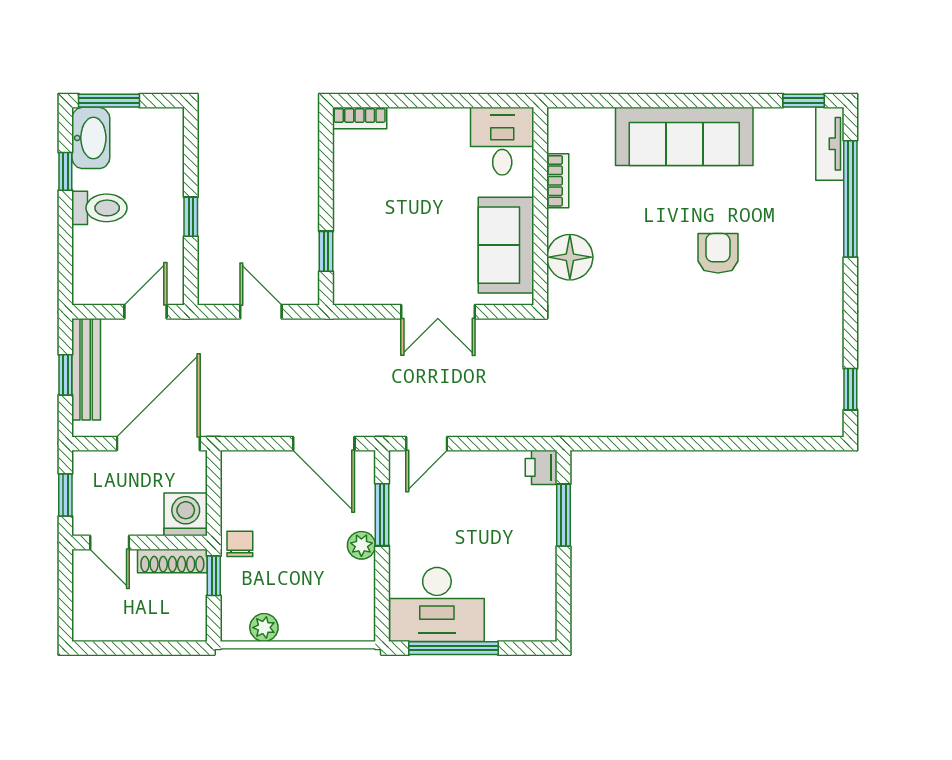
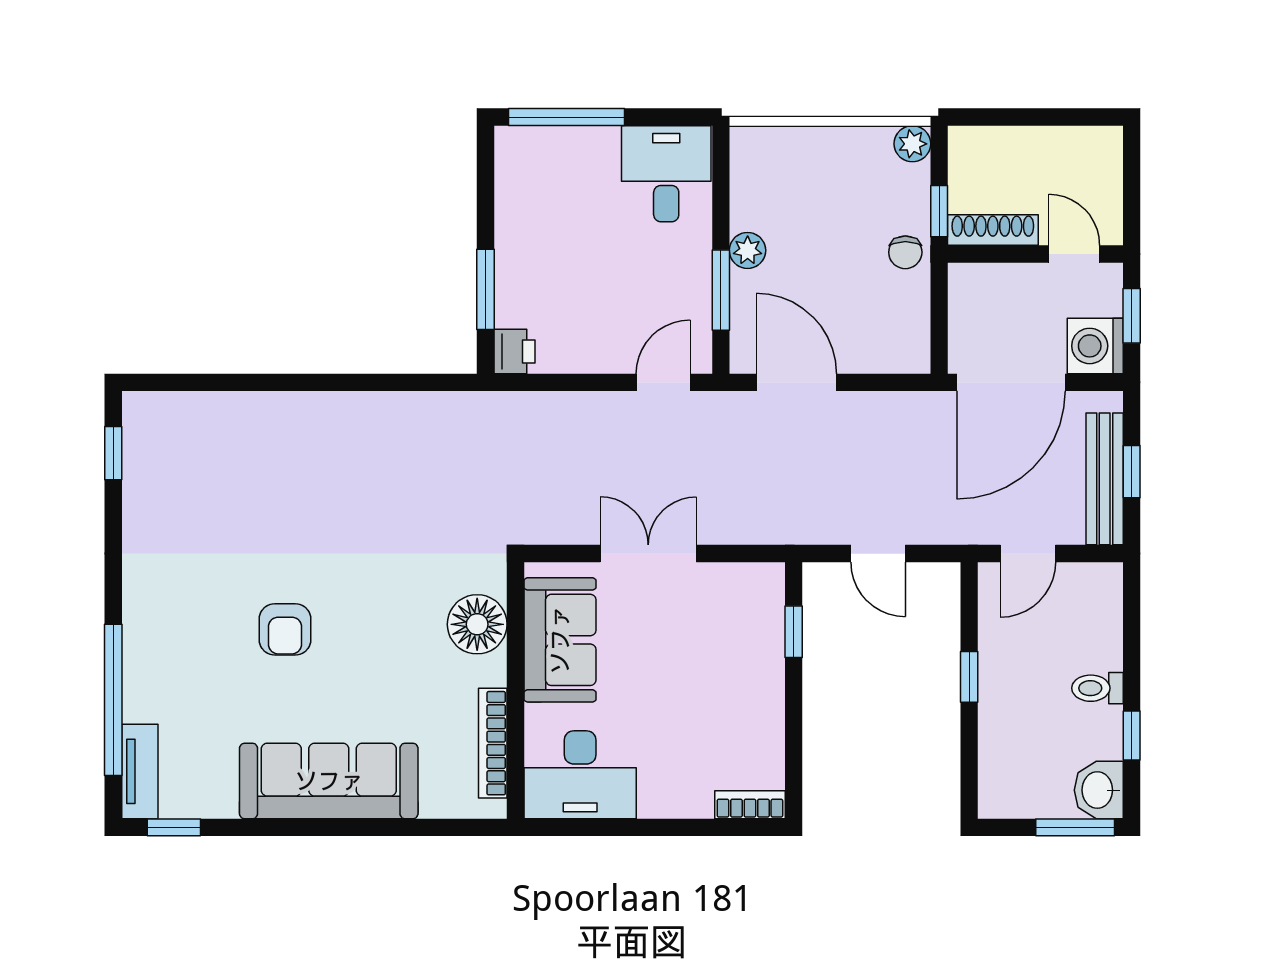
washbasin: (91, 138) -> (1099, 790), width x0.72
desk: (502, 141) -> (580, 775), width x1.37
bookcase: (558, 181) -> (493, 743), width x1.56
toilet: (99, 208) -> (1097, 688), width x0.73, depth x0.72
washing machine: (186, 514) -> (1095, 346), moved, turned 90
desk: (437, 604) -> (666, 174), width x0.73
plant: (264, 628) -> (912, 144), moved
window: (454, 648) -> (567, 117), moved

